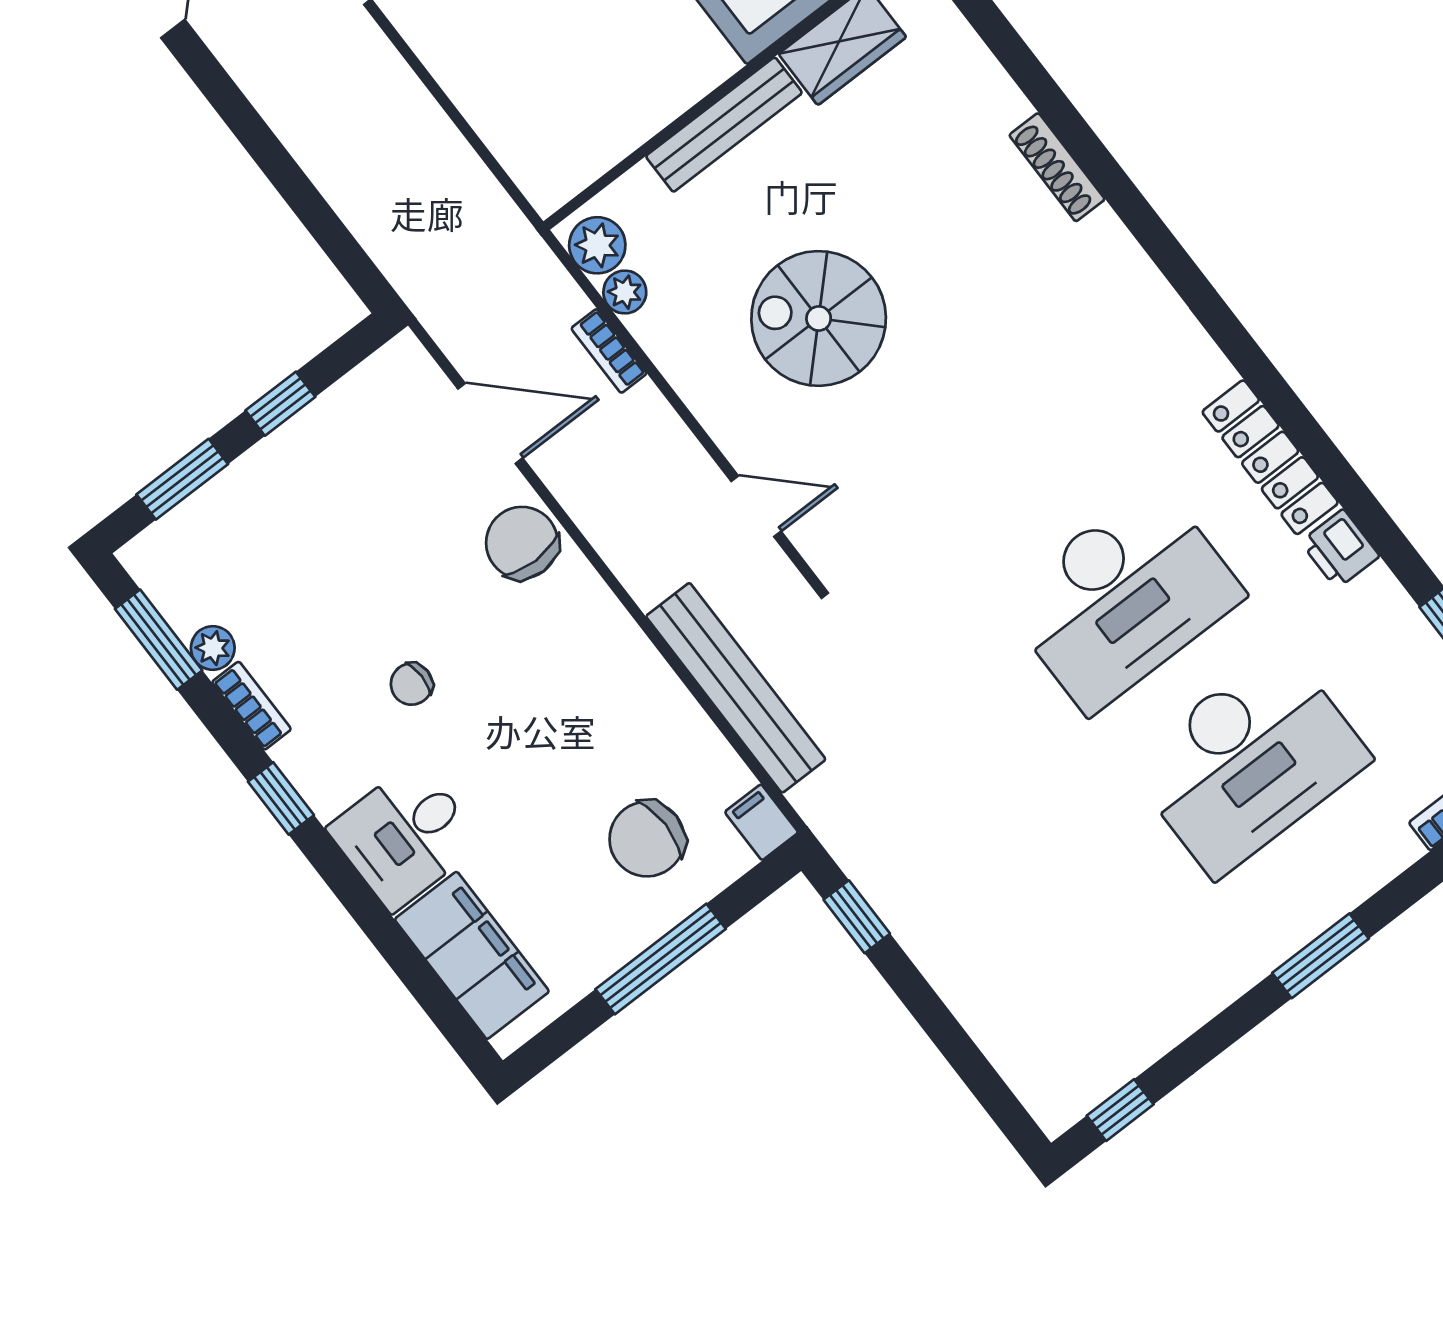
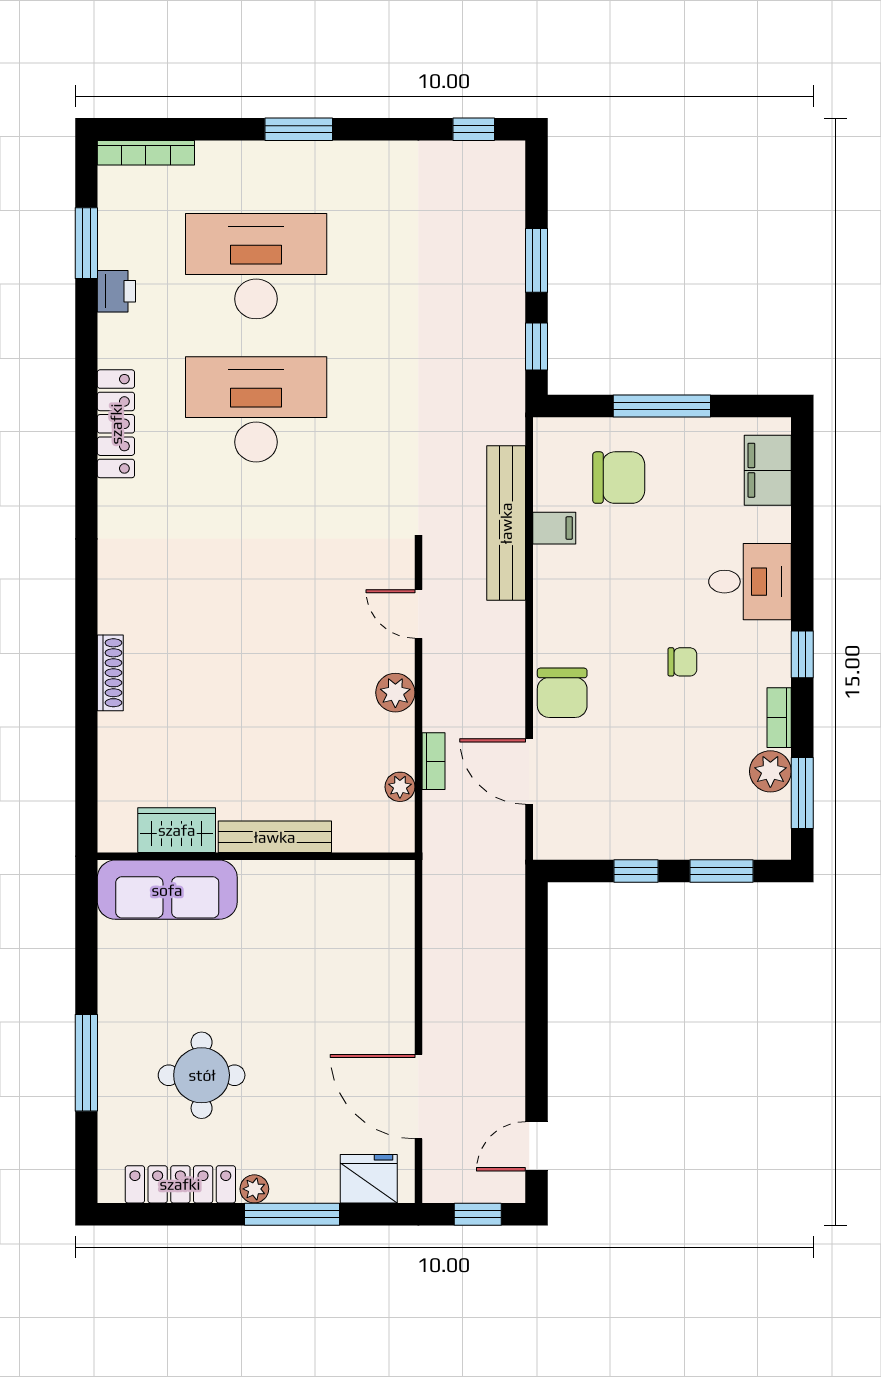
plant: (597, 245) -> (395, 693), moved
spiral stairs: (819, 318) -> (305, 690), removed
printer: (1340, 549) -> (116, 291), moved
plant: (213, 648) -> (770, 771), width x1.38, depth x1.38
filing cabinet: (761, 822) -> (554, 528), moved, turned -90
filing cabinet: (472, 955) -> (768, 470), width x0.67, depth x0.86
window: (933, 1015) -> (537, 260), added

